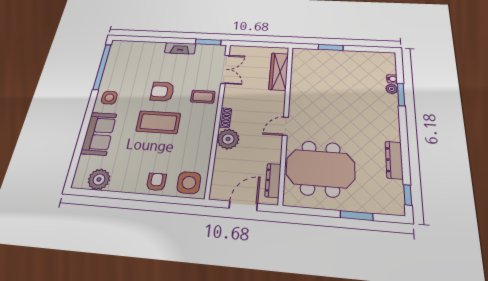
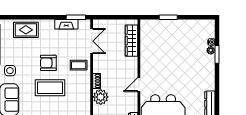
fireplace: (180, 48) -> (66, 24), moved
rug: (142, 52) -> (26, 30), added

